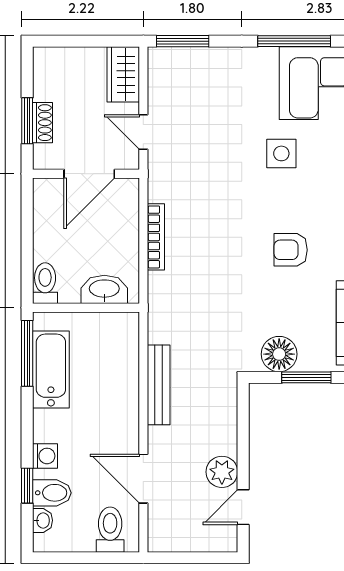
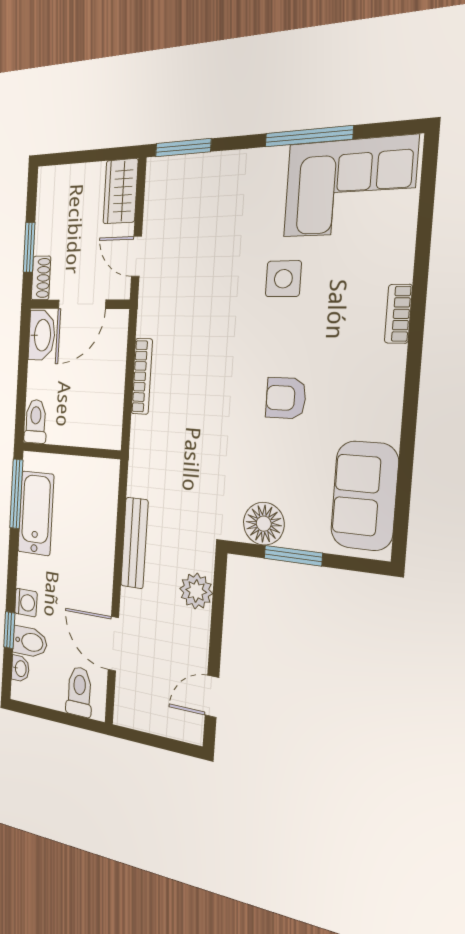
shoe rack: (43, 123) -> (41, 278), moved
washbasin: (104, 289) -> (42, 335), moved, turned 90
plant: (222, 472) -> (196, 591), moved

